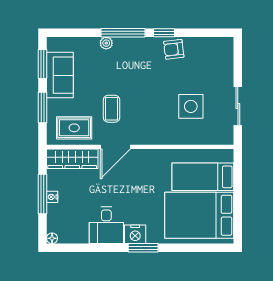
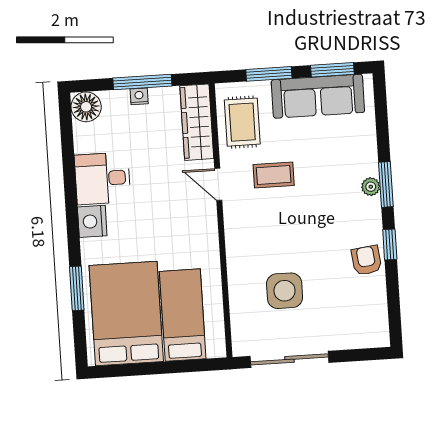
window: (123, 33) -> (386, 184), width x0.69
plant: (106, 43) -> (371, 187), moved
sofa: (60, 75) -> (318, 96), width x1.36
sliding door: (238, 106) -> (289, 359), width x1.37
door: (115, 147) -> (218, 184), width x0.73
floor lamp: (52, 238) -> (86, 107), width x1.89, depth x1.89
window: (143, 248) -> (77, 288), moved

